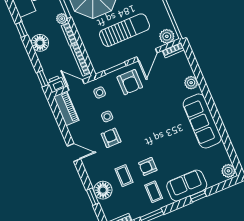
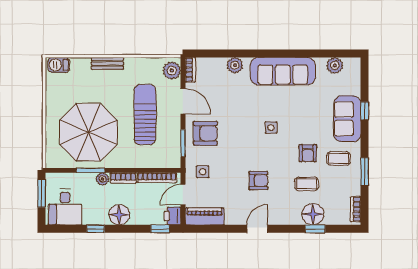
side table: (107, 116) -> (271, 127), moved
armchair: (111, 138) -> (258, 180), turned 180
plant: (228, 171) -> (335, 65), moved

